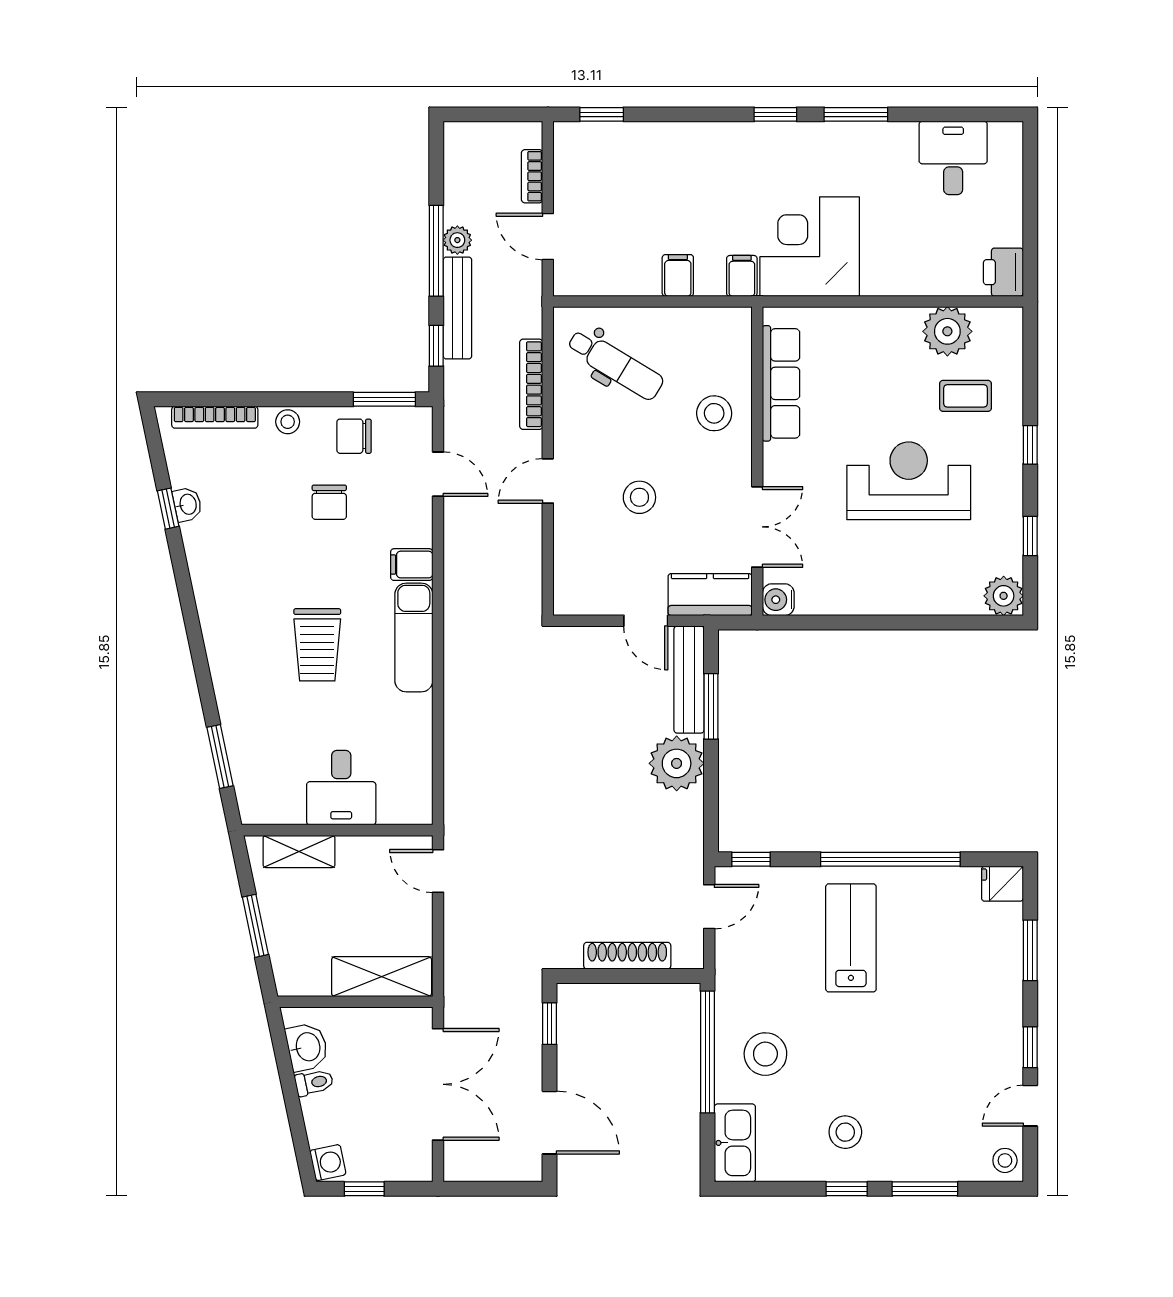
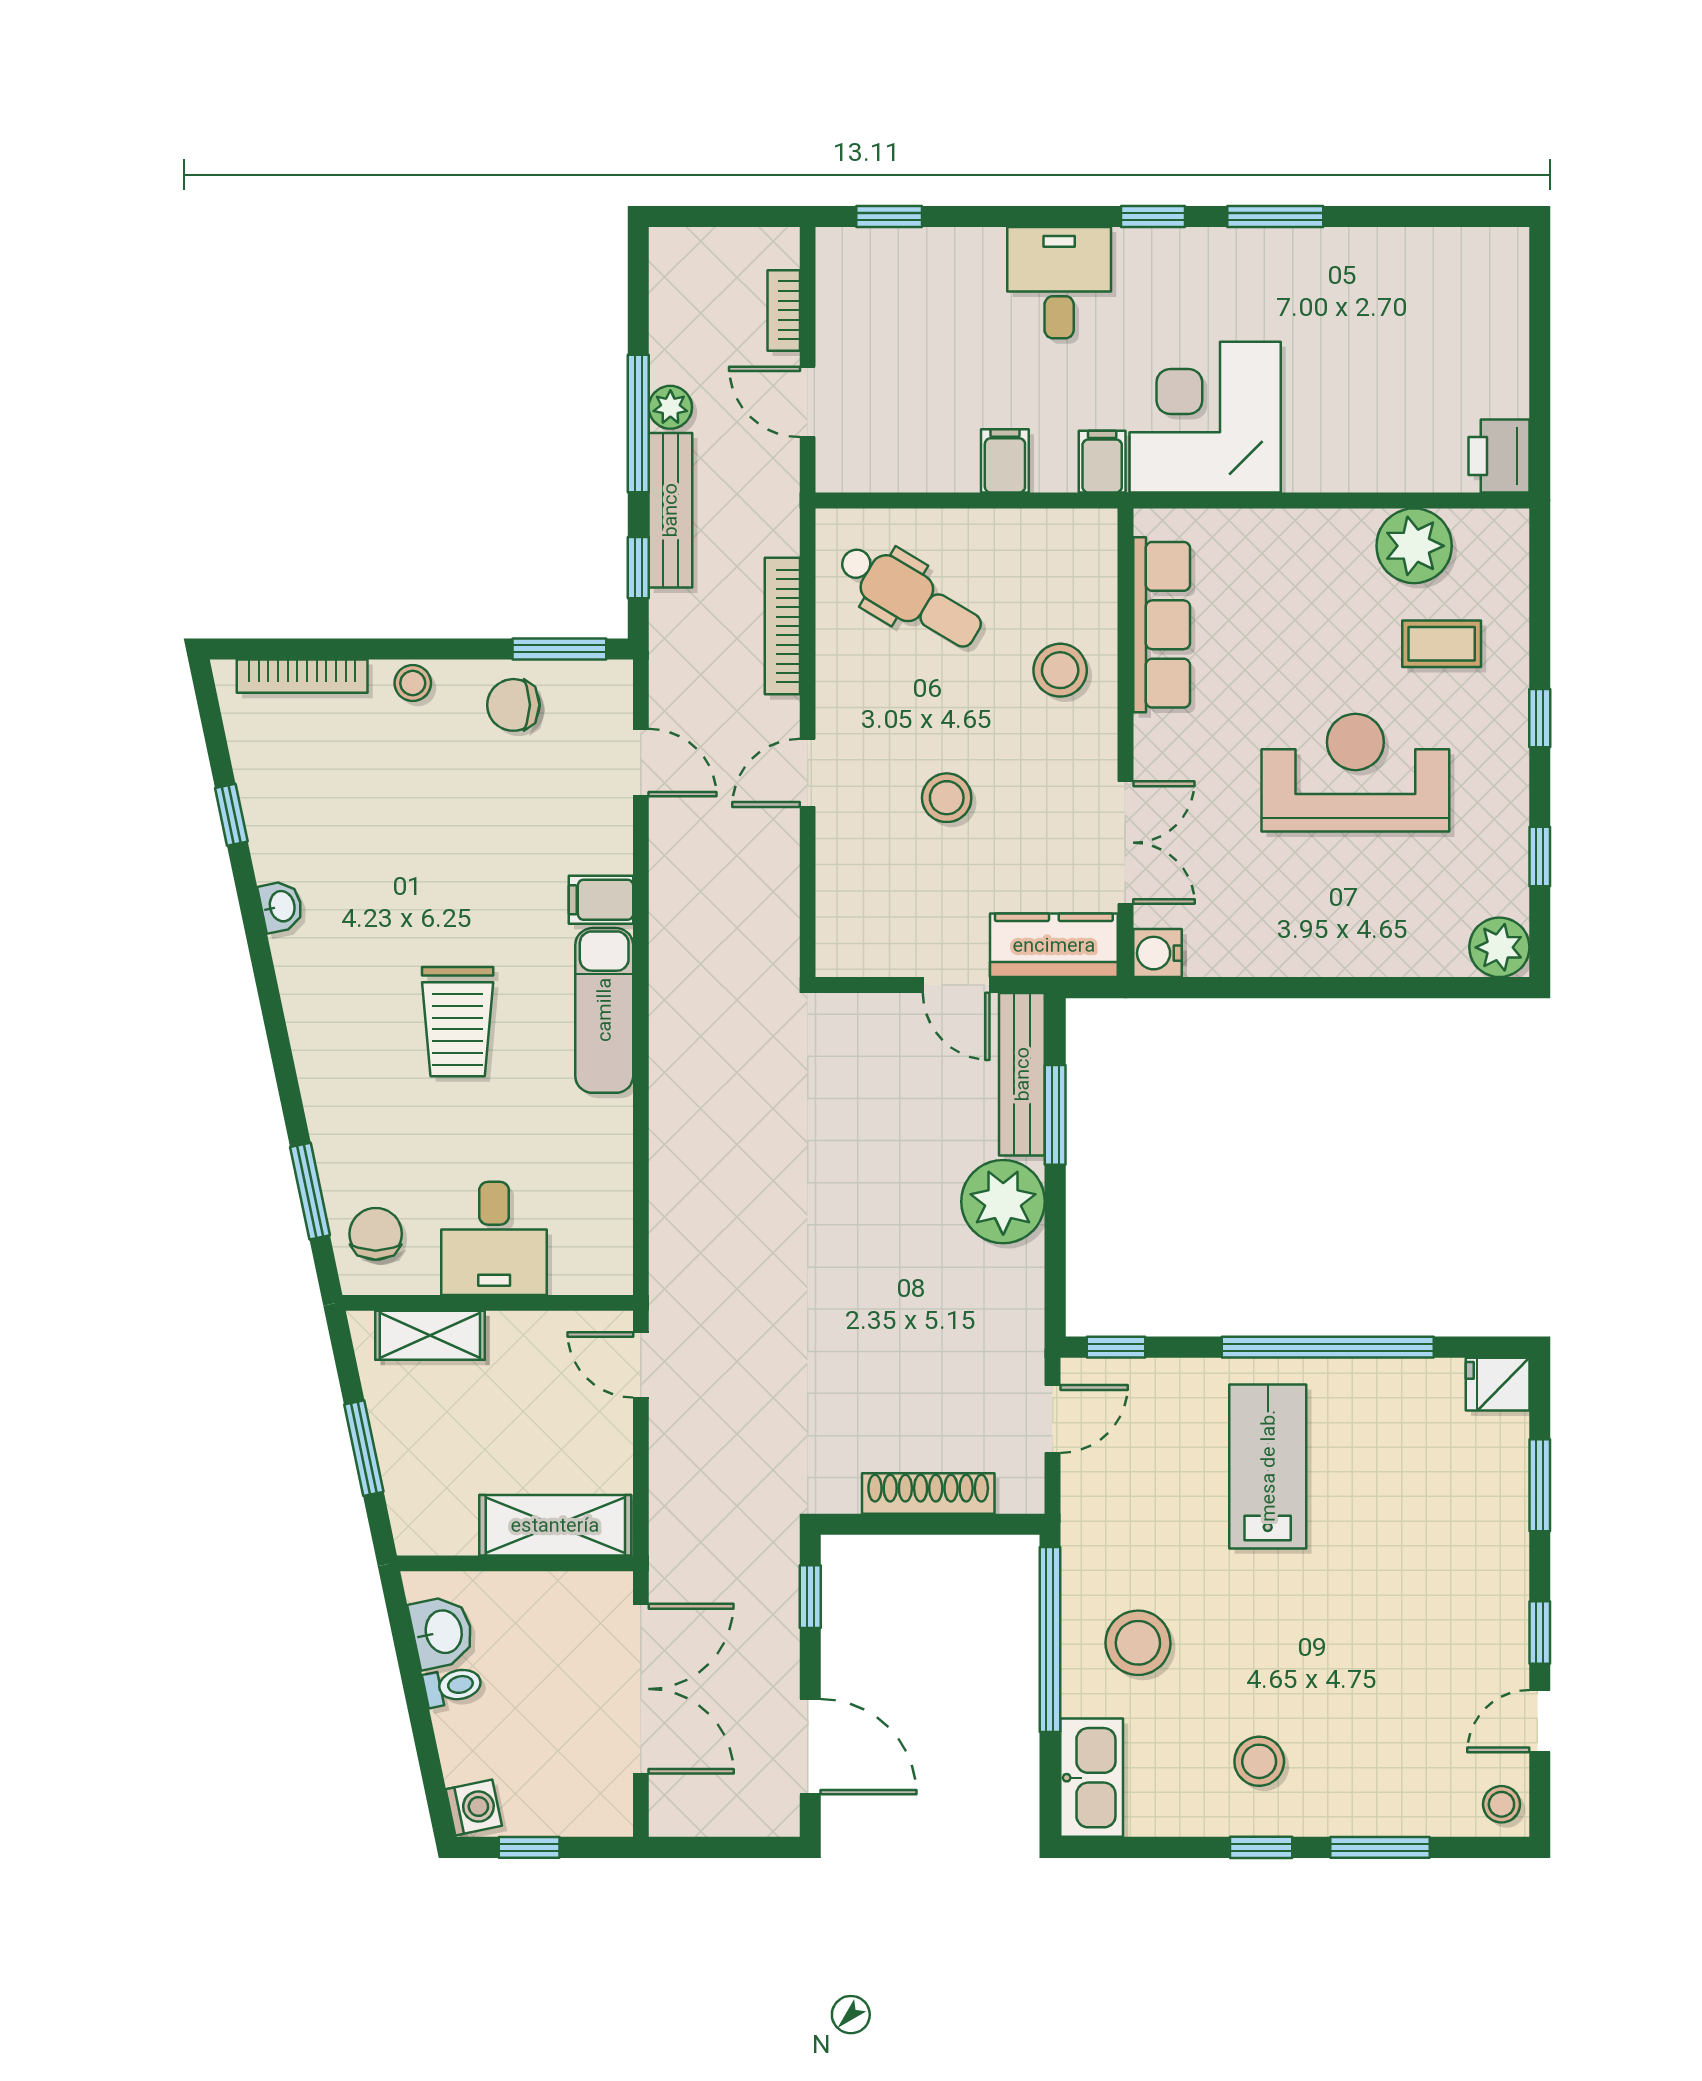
desk: (953, 158) -> (1059, 283), moved
chair: (329, 502) -> (376, 1234), moved, turned 180
washbasin: (187, 504) -> (281, 906), moved

